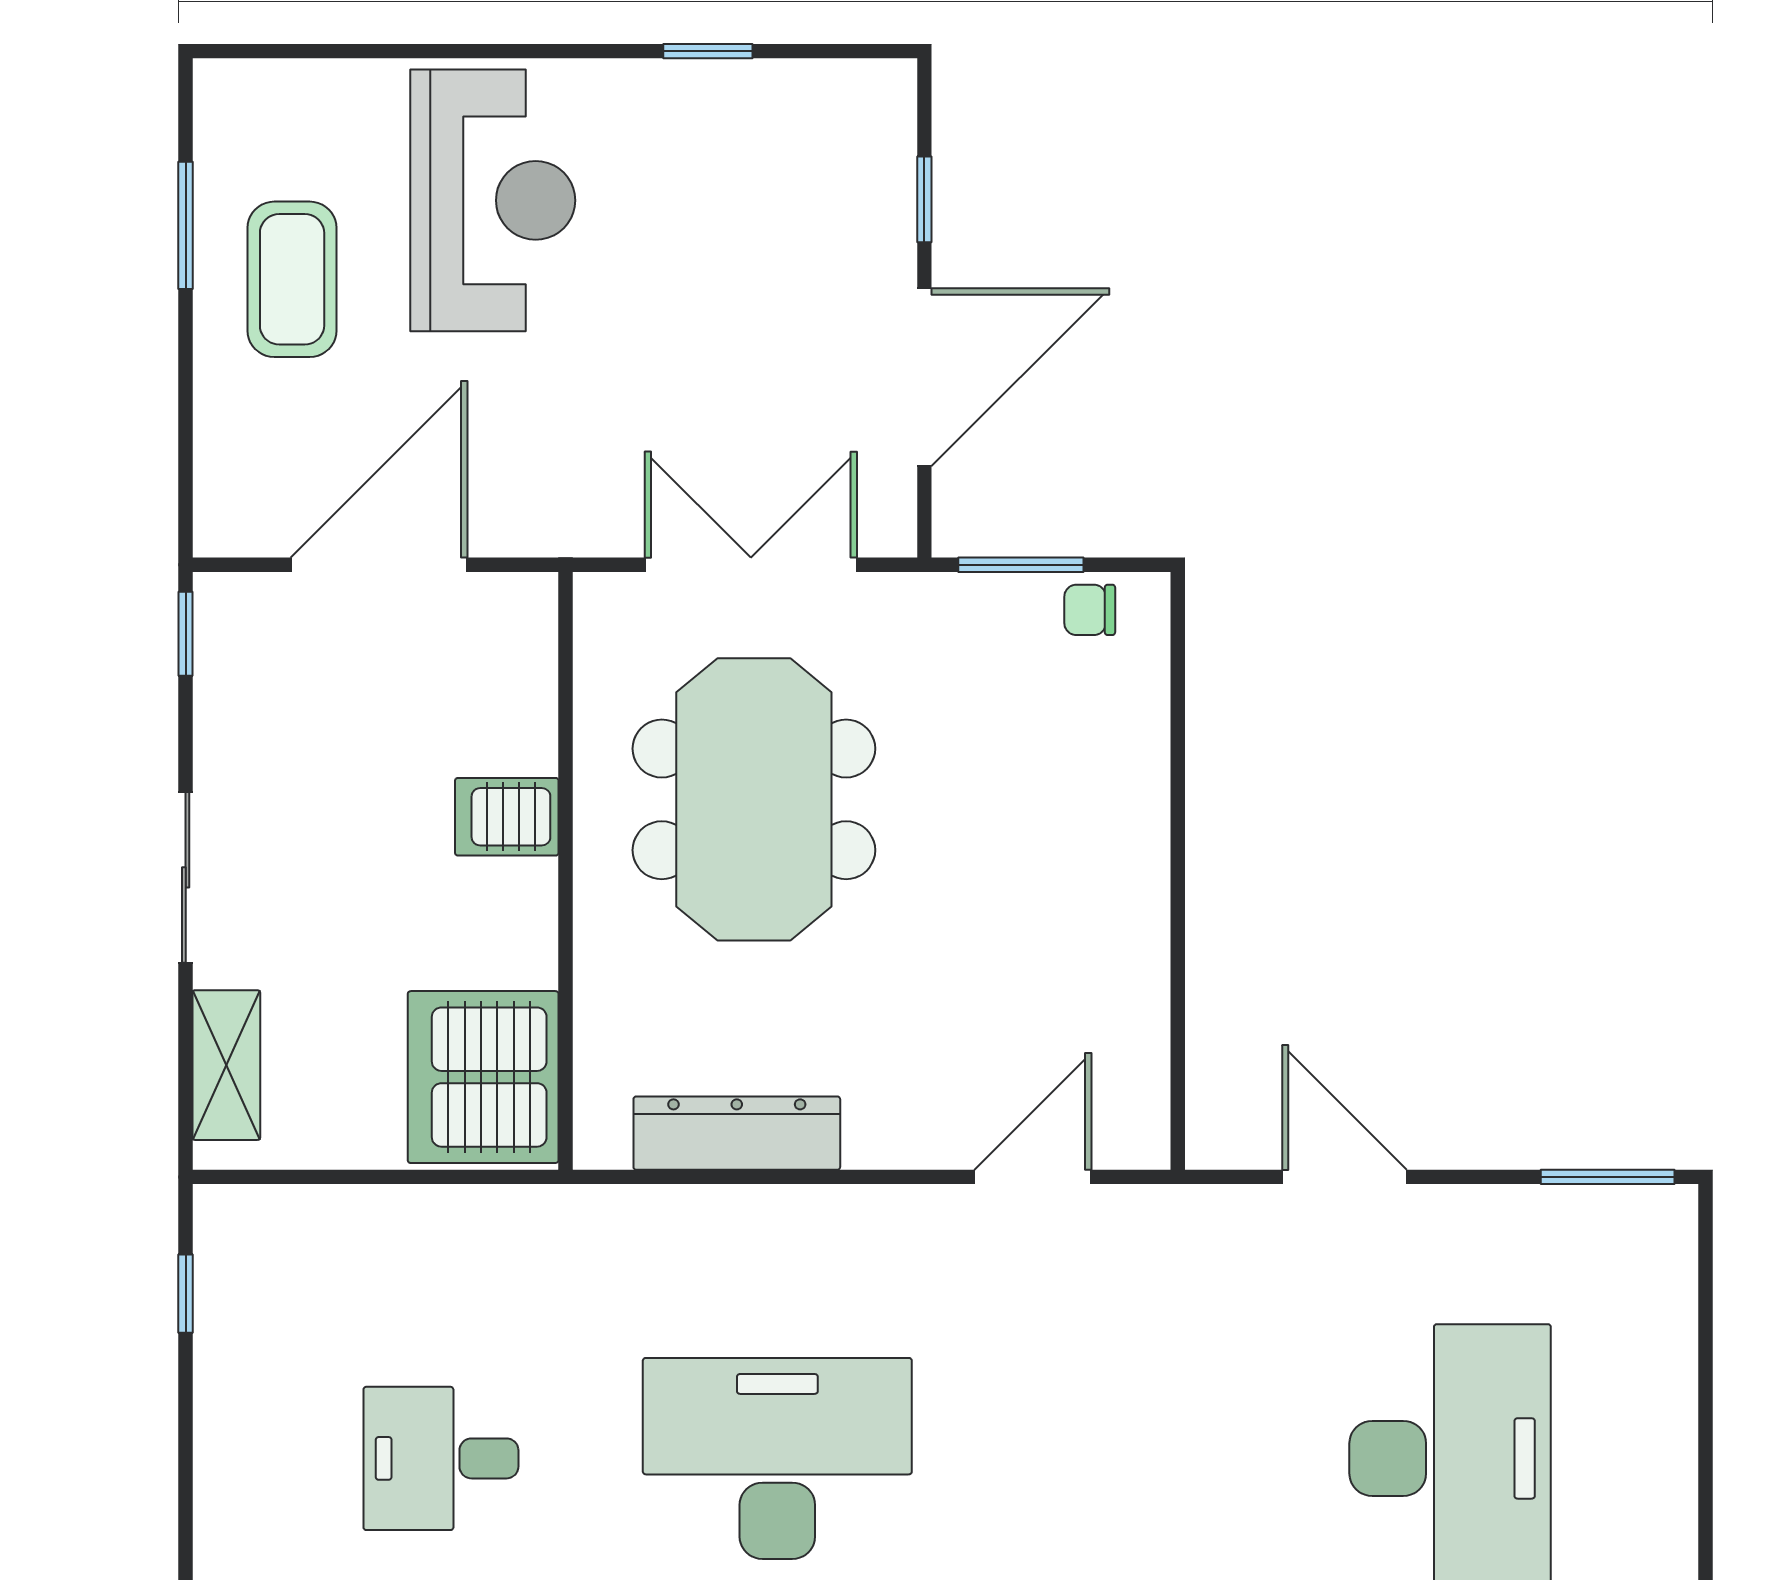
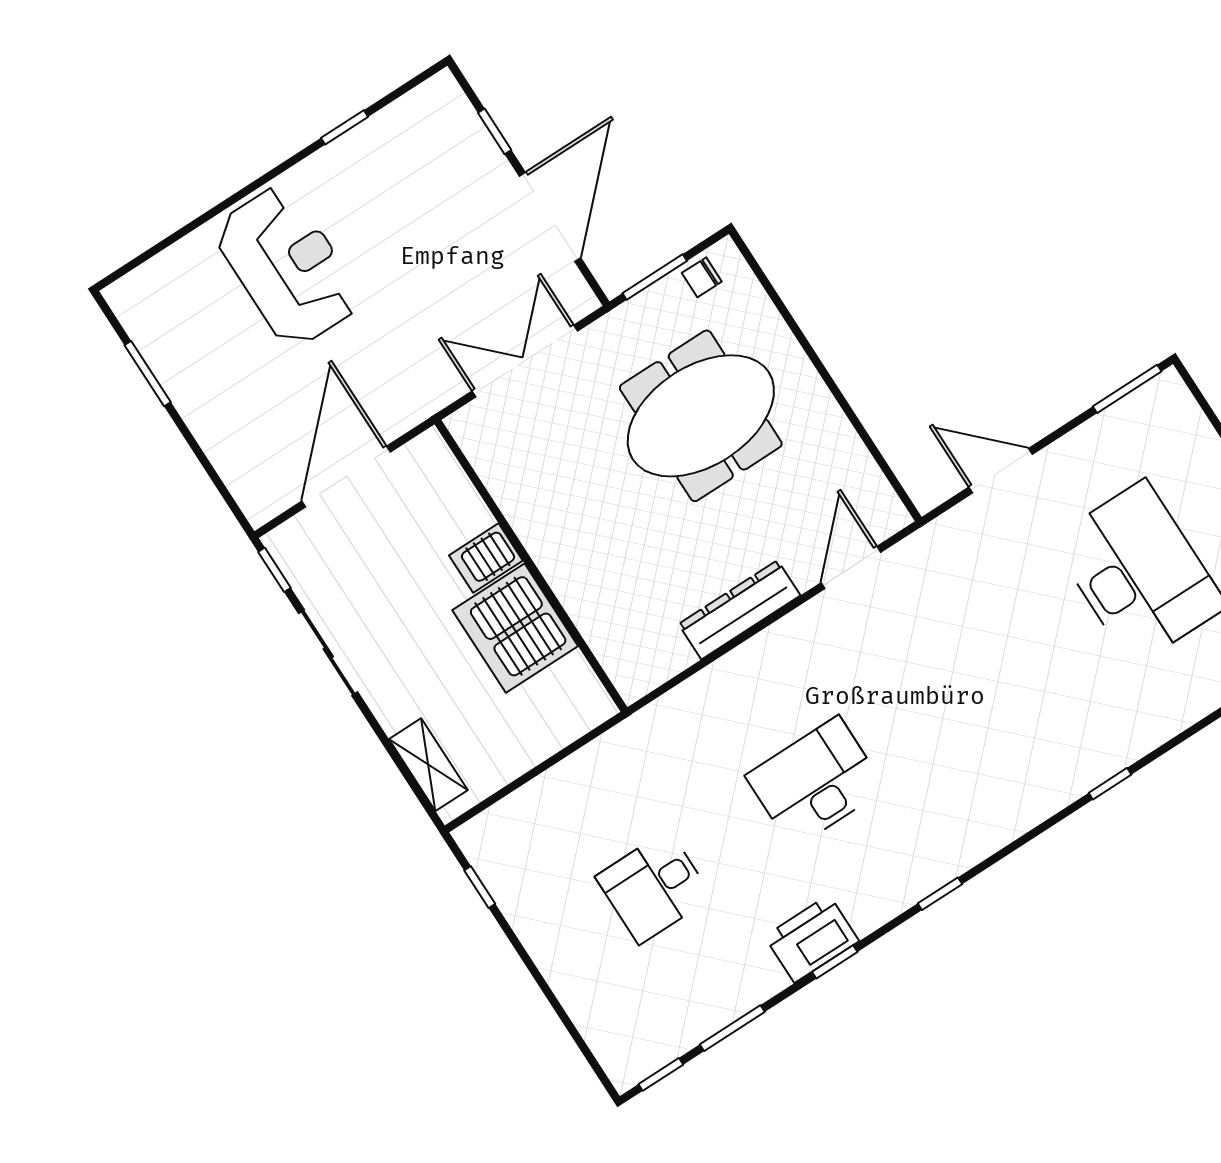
coffee table: (292, 279) -> (216, 366), removed
meeting table: (754, 799) -> (701, 416), moved, turned 90
sliding door: (186, 877) -> (328, 653), moved
server rack: (483, 1077) -> (515, 628), moved
dresser: (737, 1133) -> (739, 610), moved
desk: (777, 1458) -> (816, 782), width x0.73, depth x0.77

